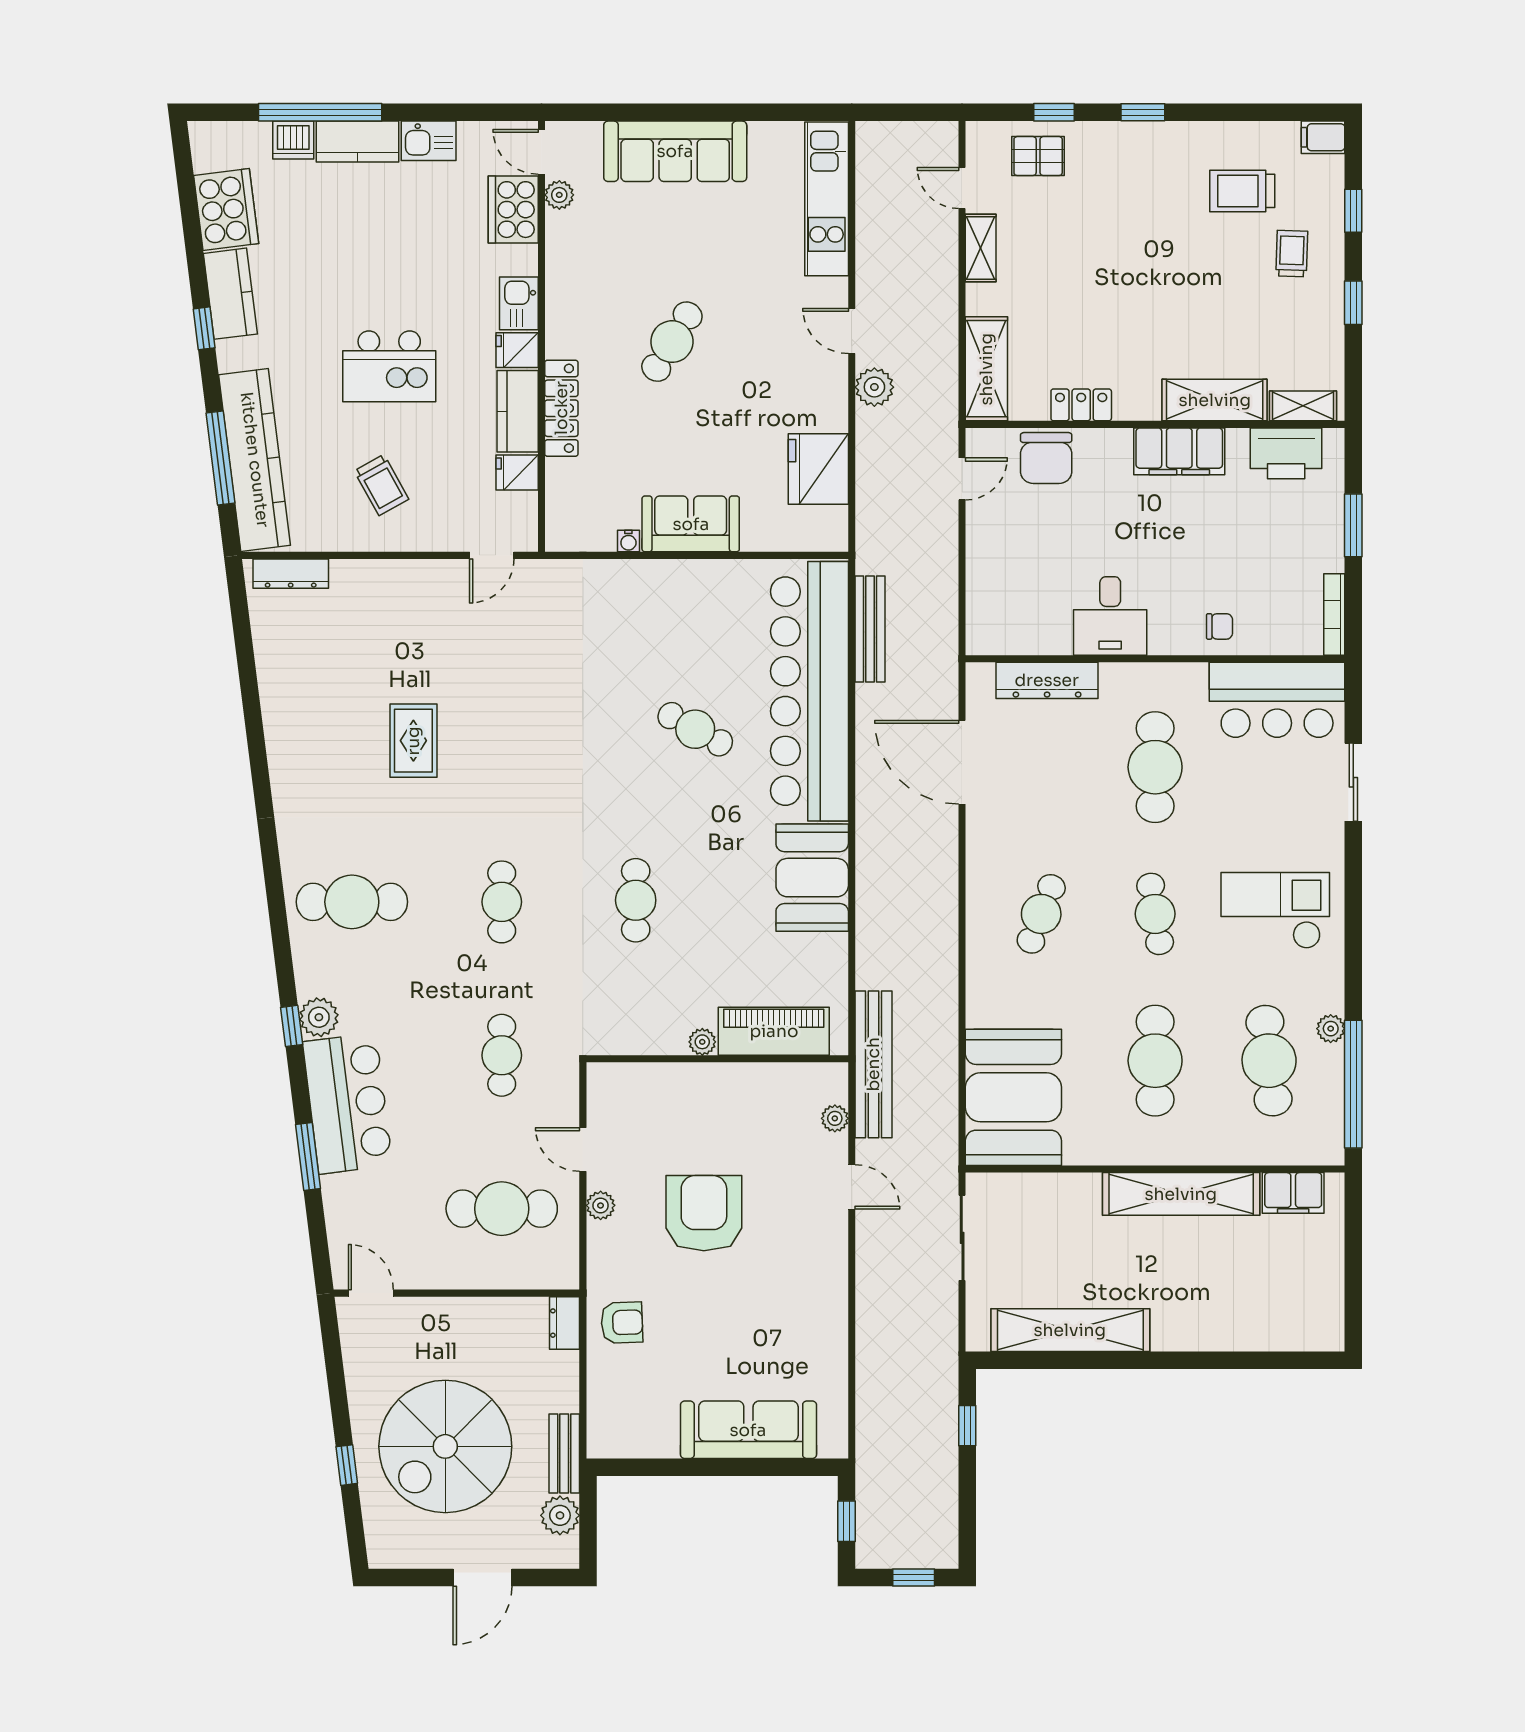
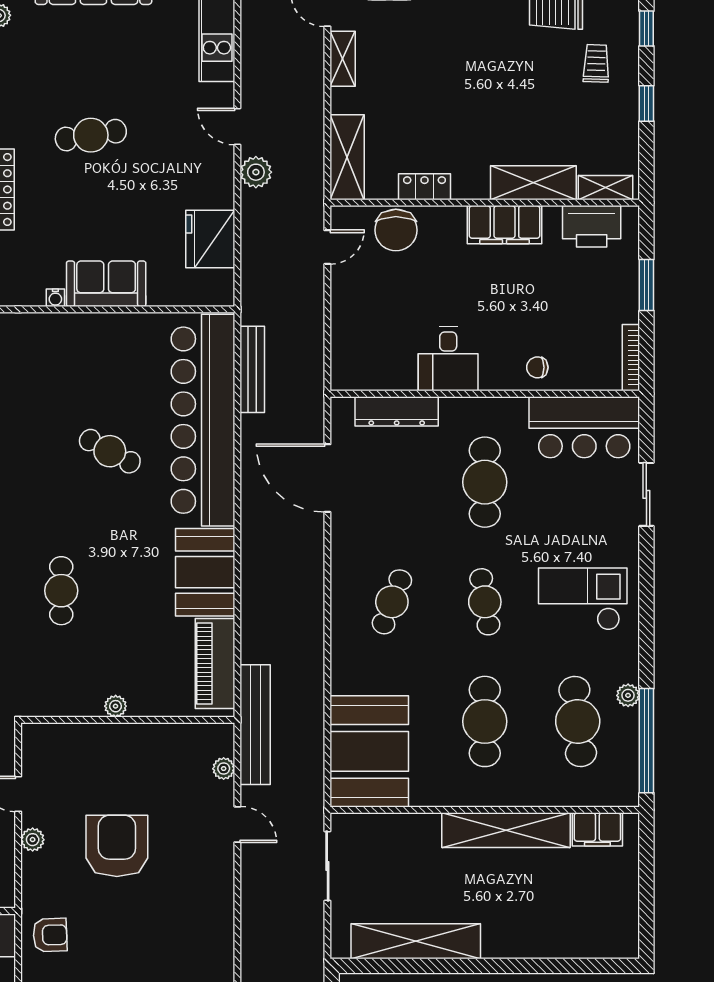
cafe table: (672, 342) -> (91, 135), turned 50
chair: (1220, 626) -> (537, 367), turned 180
piano: (774, 1031) -> (215, 663), moved, turned -90

